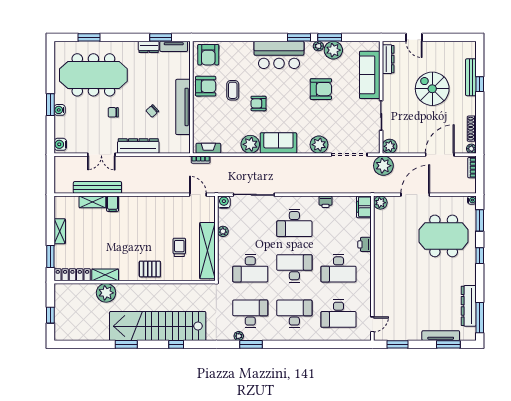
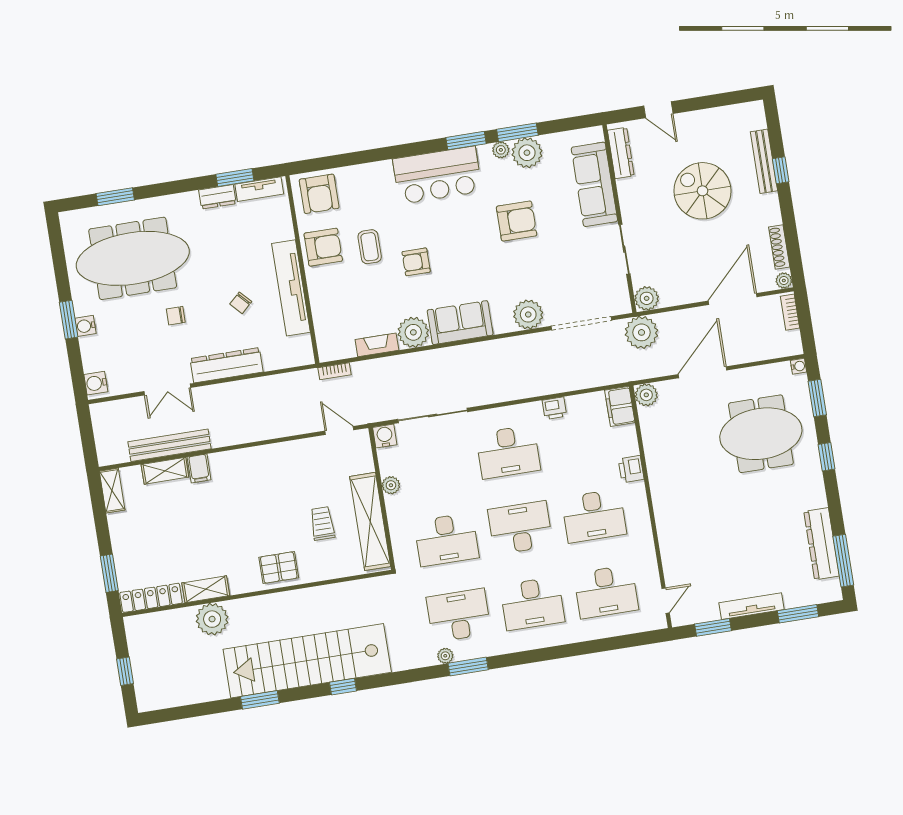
fireplace: (208, 148) -> (377, 345), moved
shelving: (60, 231) -> (112, 491), moved
desk: (294, 314) -> (532, 604), turned 180
tv unit: (441, 336) -> (751, 606), moved

